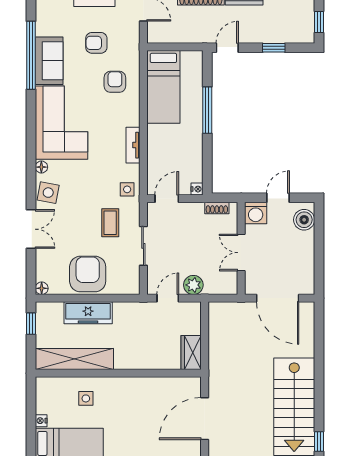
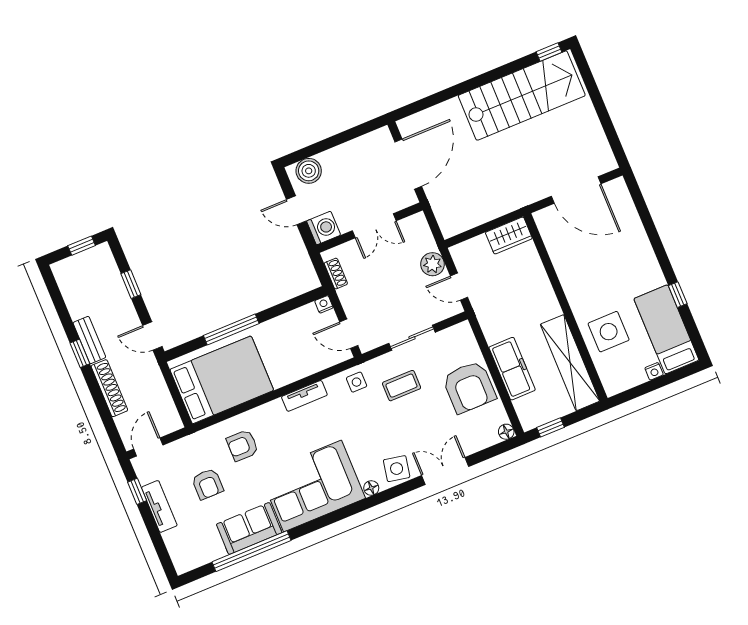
bed: (163, 87) -> (222, 380), width x1.50
armchair: (88, 274) -> (469, 387), turned -90
side table: (86, 398) -> (609, 332), width x1.87, depth x1.87

